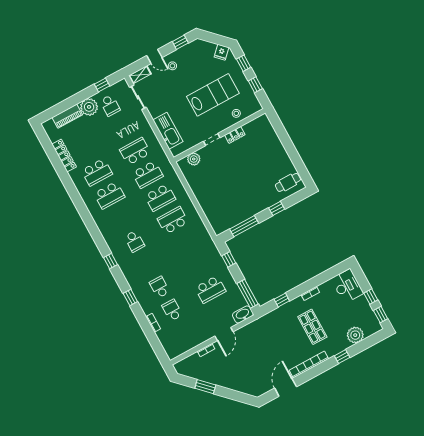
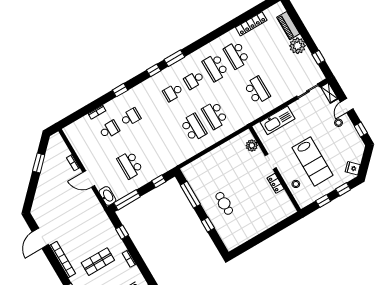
school desk: (110, 105) -> (300, 65), removed
school desk: (148, 174) -> (194, 80), moved, width x0.54
cafe table: (288, 182) -> (224, 203), moved
window: (98, 239) -> (174, 58), added
door: (286, 387) -> (40, 238), swing flipped

